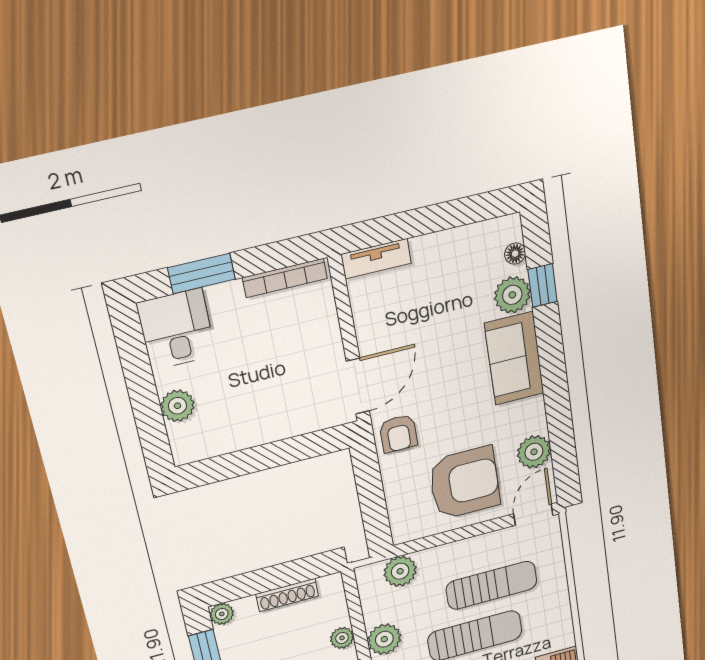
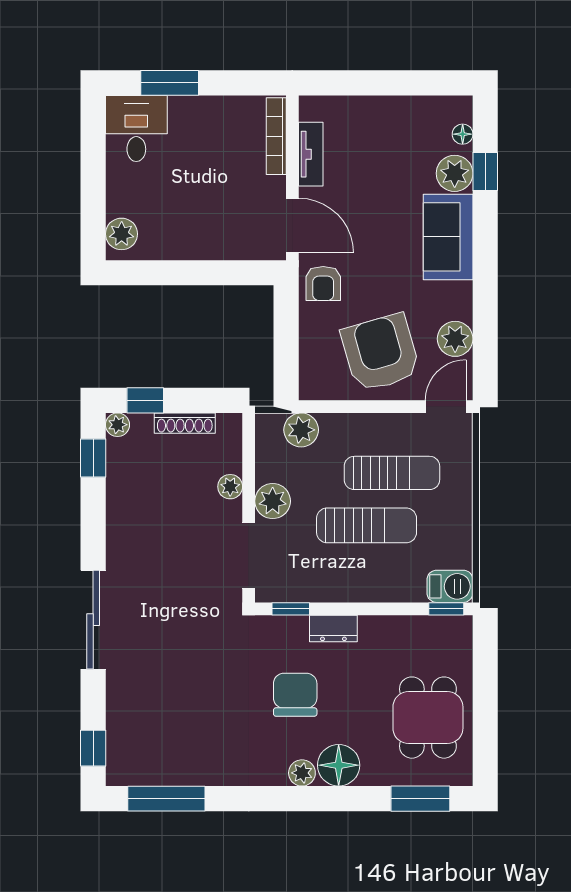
tv unit: (376, 259) -> (311, 154), moved, turned -90
bookcase: (285, 278) -> (276, 136), moved, turned 90
door: (358, 386) -> (292, 225), hinge flipped
plant: (177, 406) -> (122, 234), moved
armchair: (465, 483) -> (380, 353), turned -106
window: (244, 585) -> (145, 400), added

